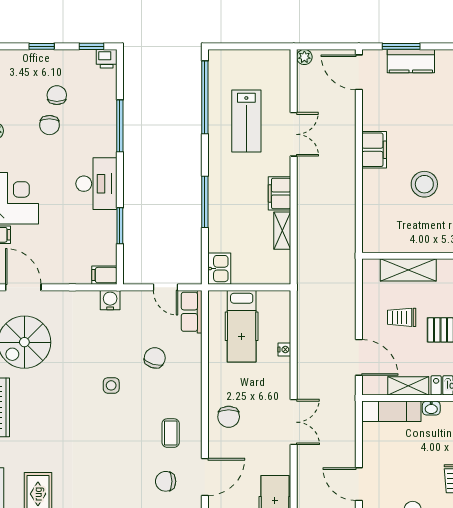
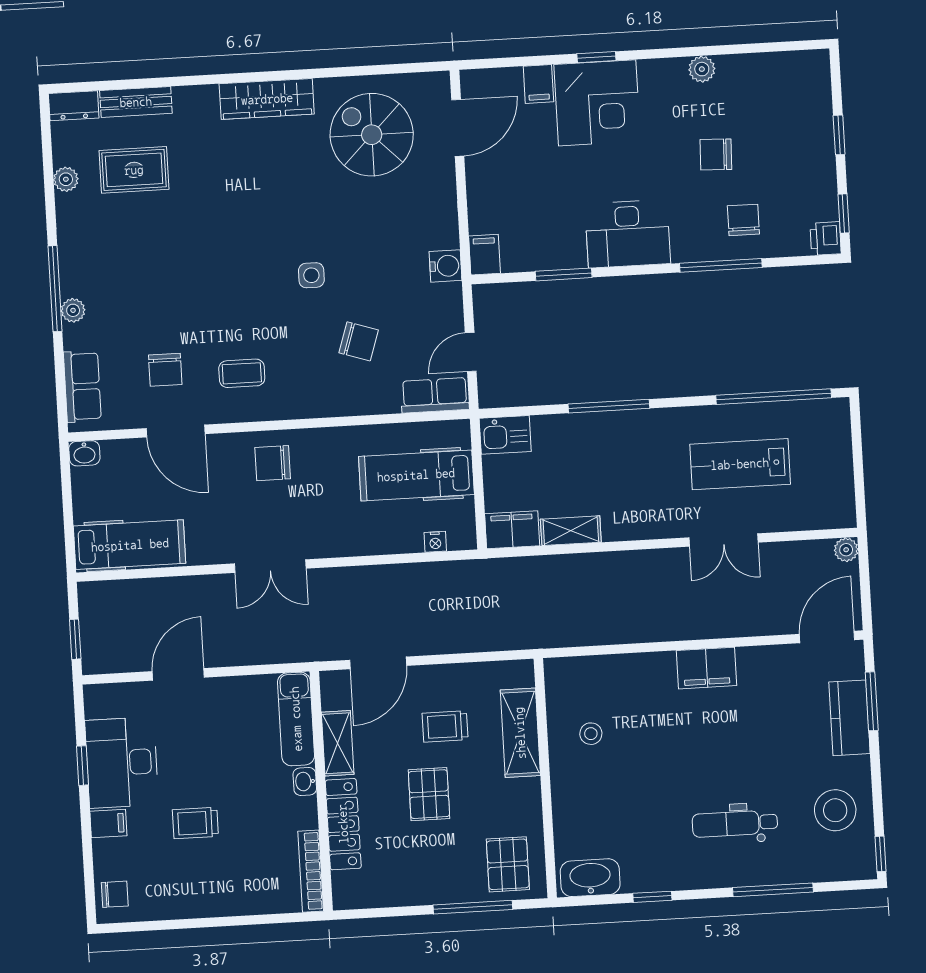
chair: (57, 95) -> (743, 220), moved, turned -90
stool: (424, 184) -> (591, 734), moved, width x0.53, depth x0.53
filing cabinet: (280, 193) -> (512, 530), moved
trolley: (402, 317) -> (445, 726), turned -90
nightstand: (284, 350) -> (435, 542), moved
chair: (166, 481) -> (165, 370), turned 180

